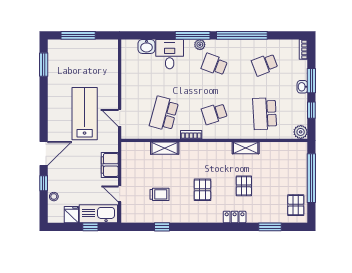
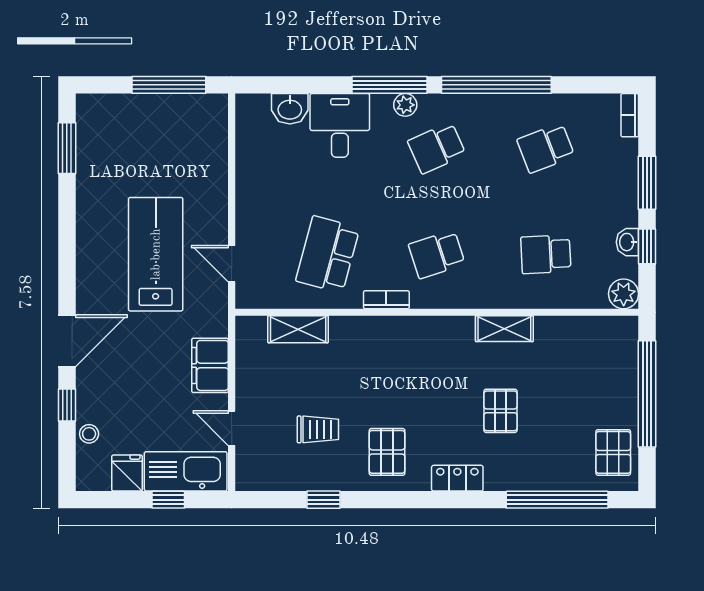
window: (78, 35) -> (169, 85), moved
school desk: (214, 65) -> (437, 148), turned -45
washbasin: (302, 87) -> (627, 242), moved
school desk: (265, 114) -> (546, 254), width x0.54
shelving: (165, 148) -> (298, 329), moved
pallet: (202, 190) -> (387, 452), moved
locker: (235, 217) -> (457, 478), moved
window: (270, 227) -> (557, 500), width x2.11

